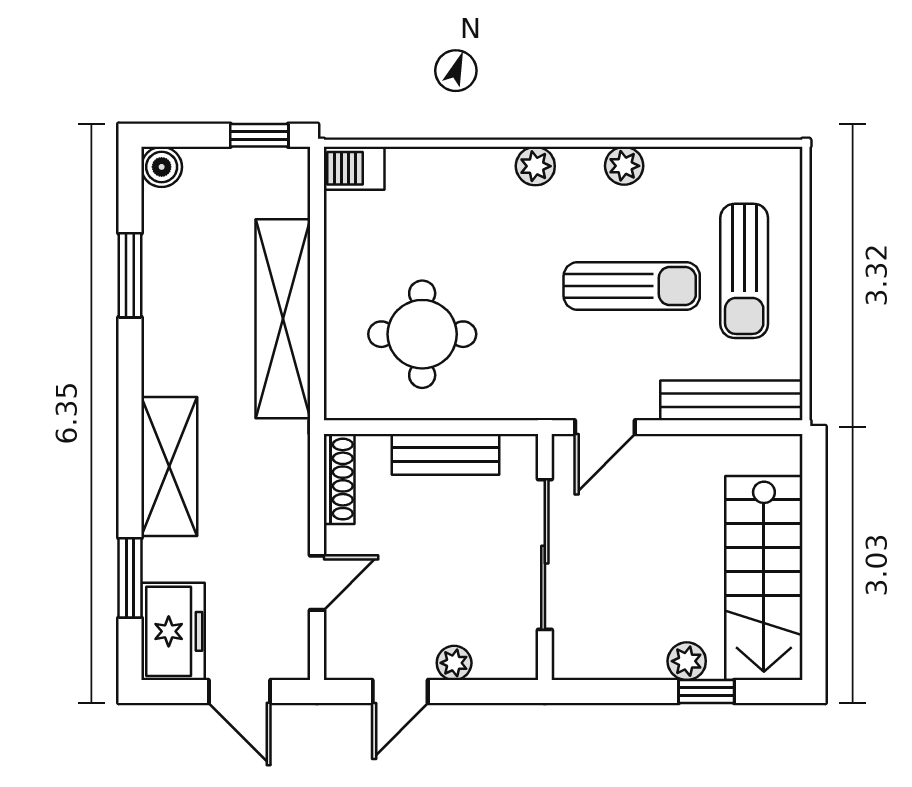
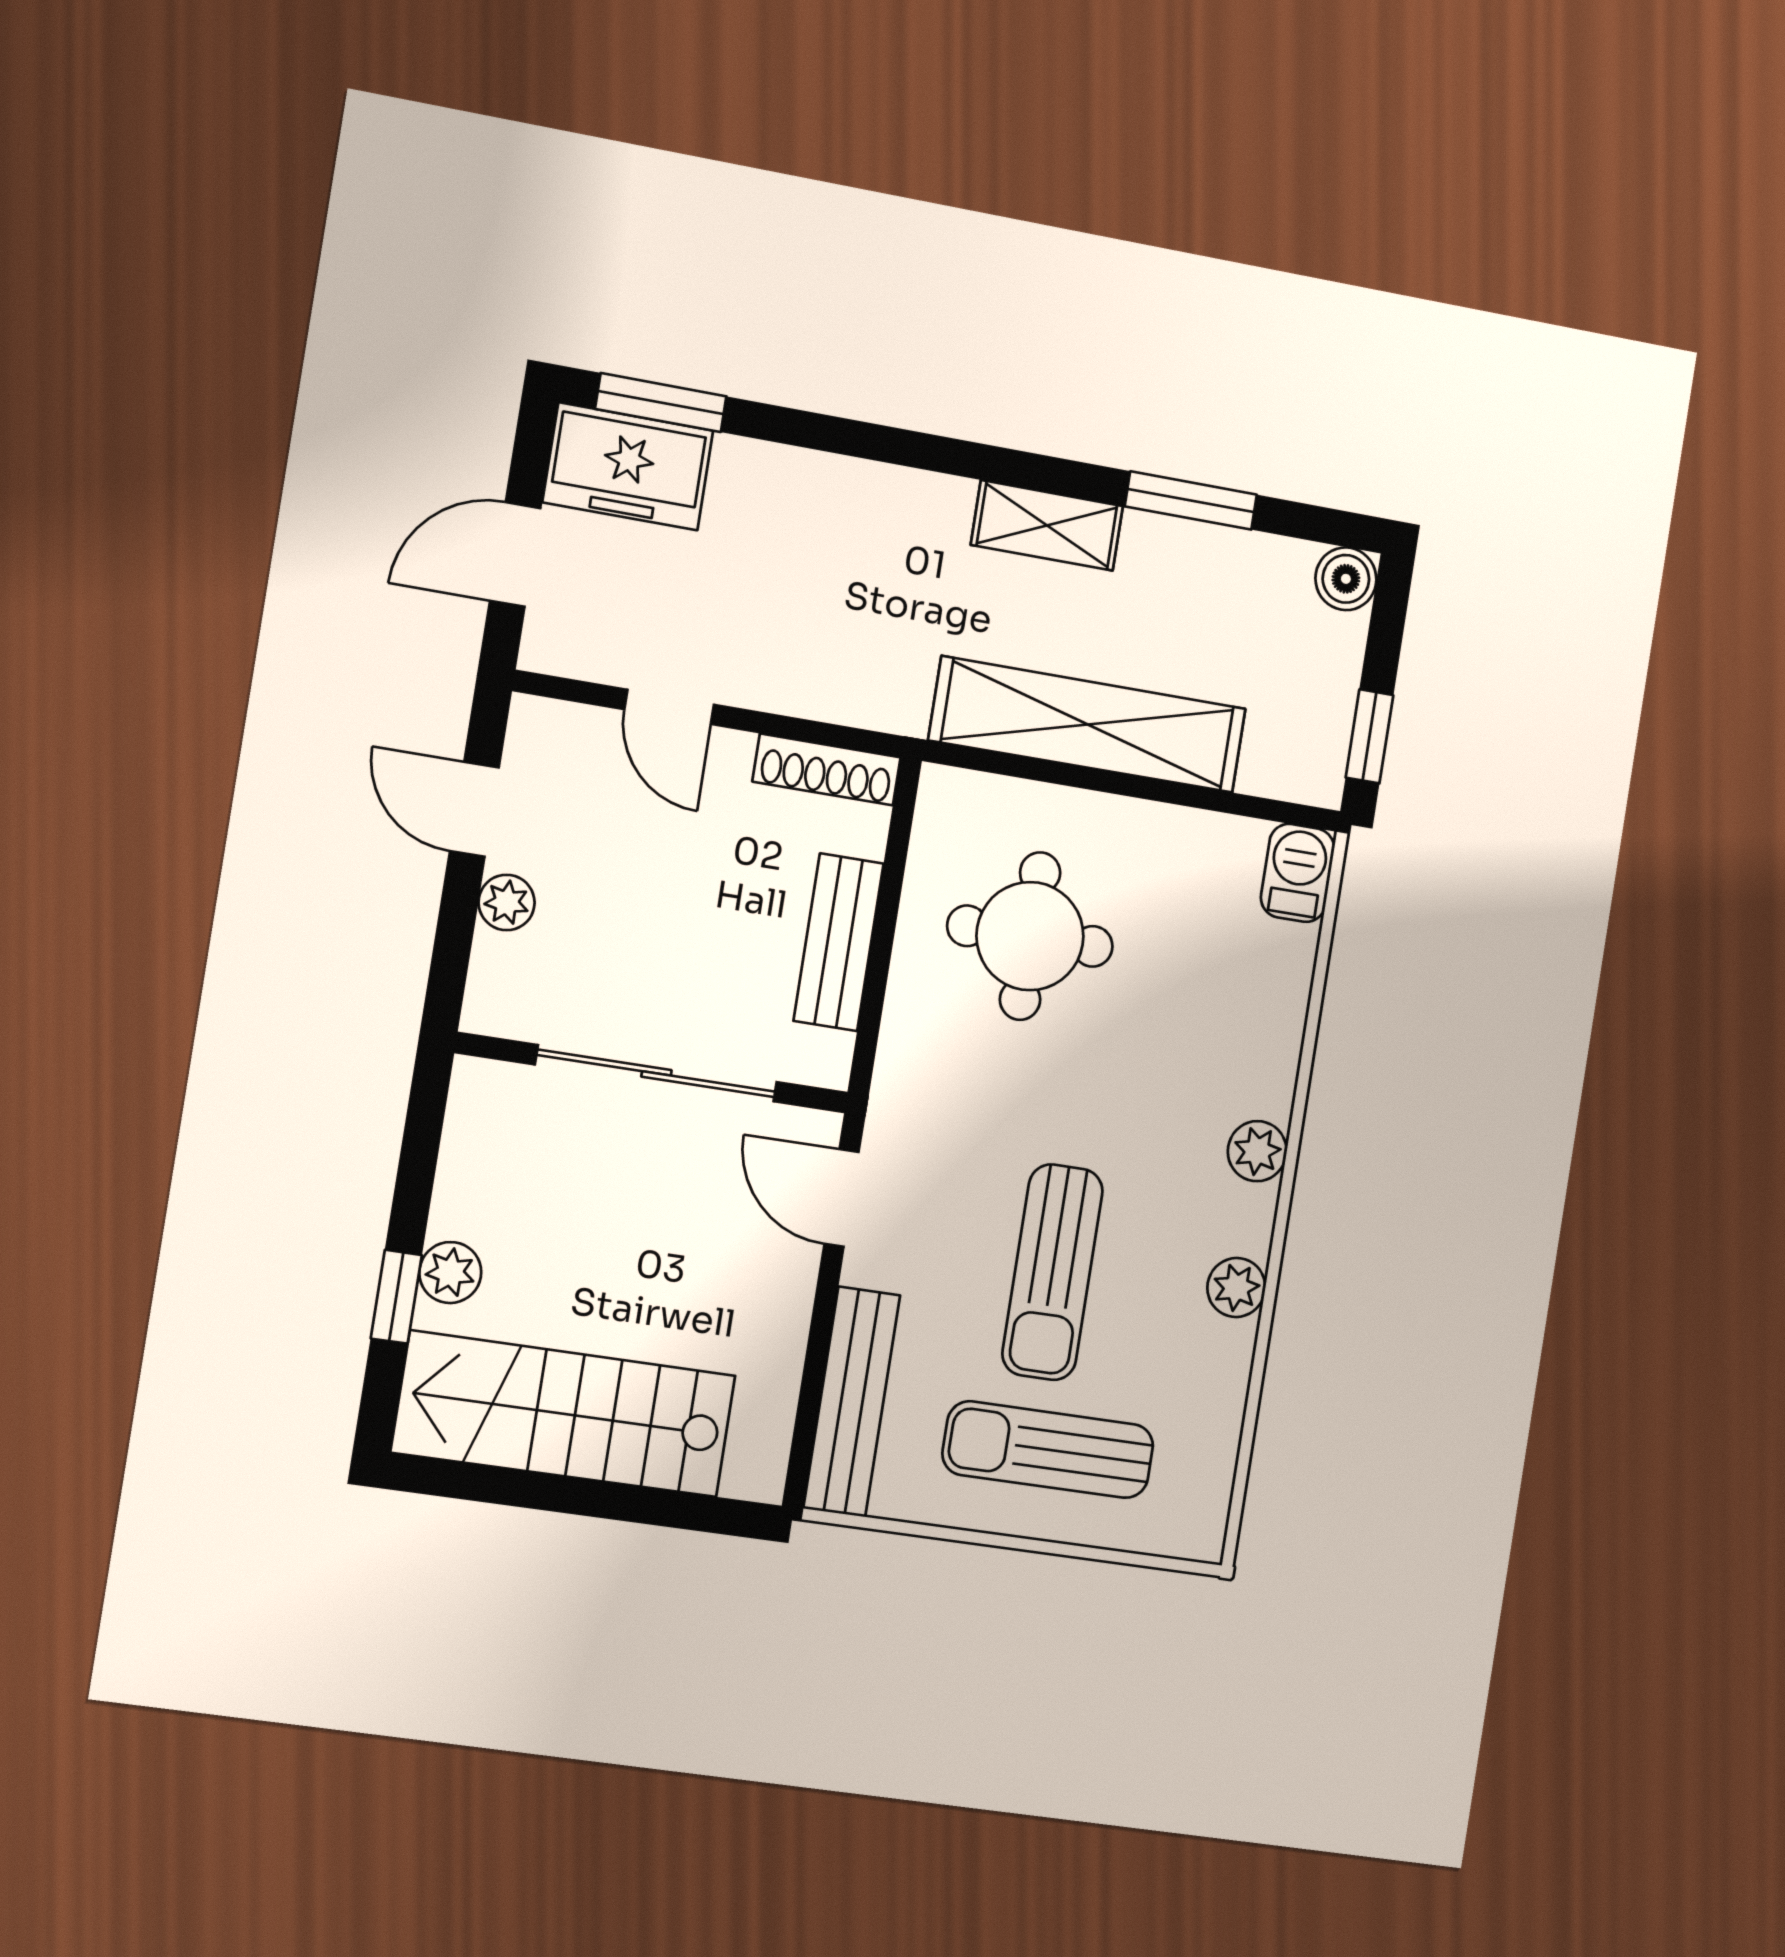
shelving: (169, 466) -> (1047, 525), moved, width x0.67, depth x0.75
window: (130, 578) -> (661, 403), moved

